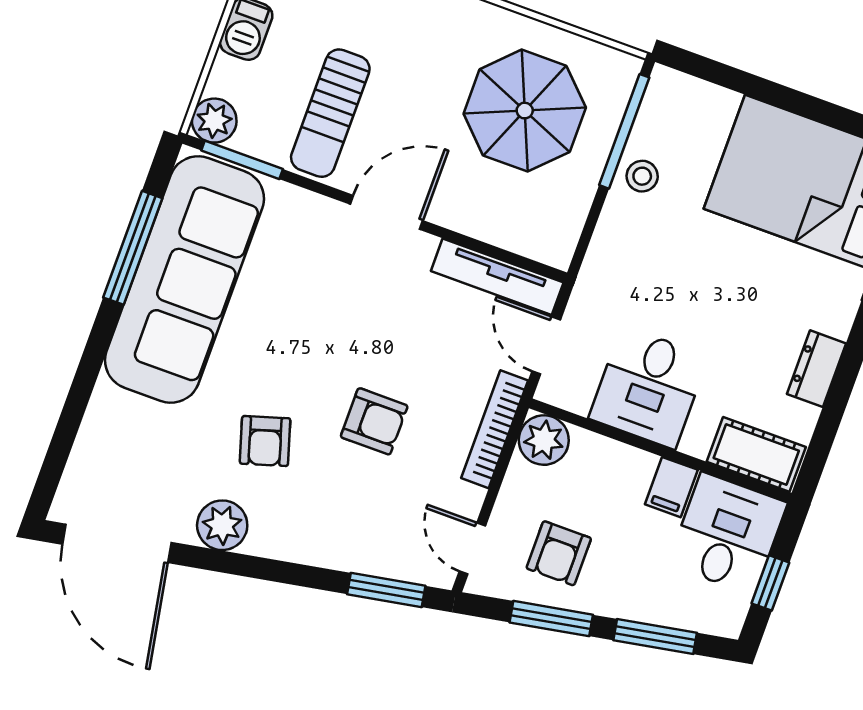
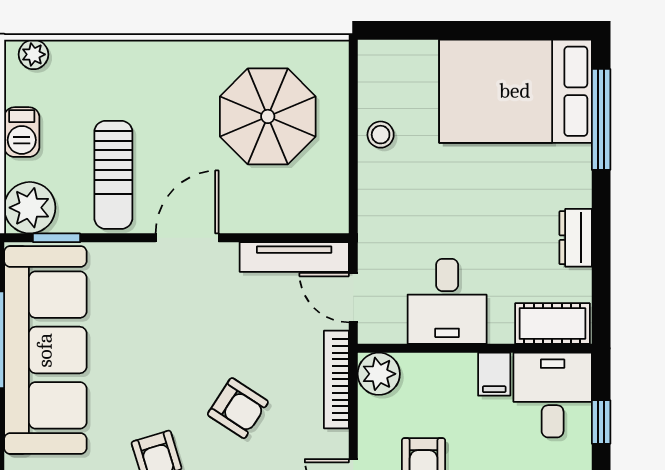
plant: (214, 121) -> (30, 208), width x1.36, depth x1.36
window: (624, 131) -> (353, 104), removed
window: (242, 160) -> (57, 238), width x0.67
armchair: (374, 421) -> (238, 408), turned 33

